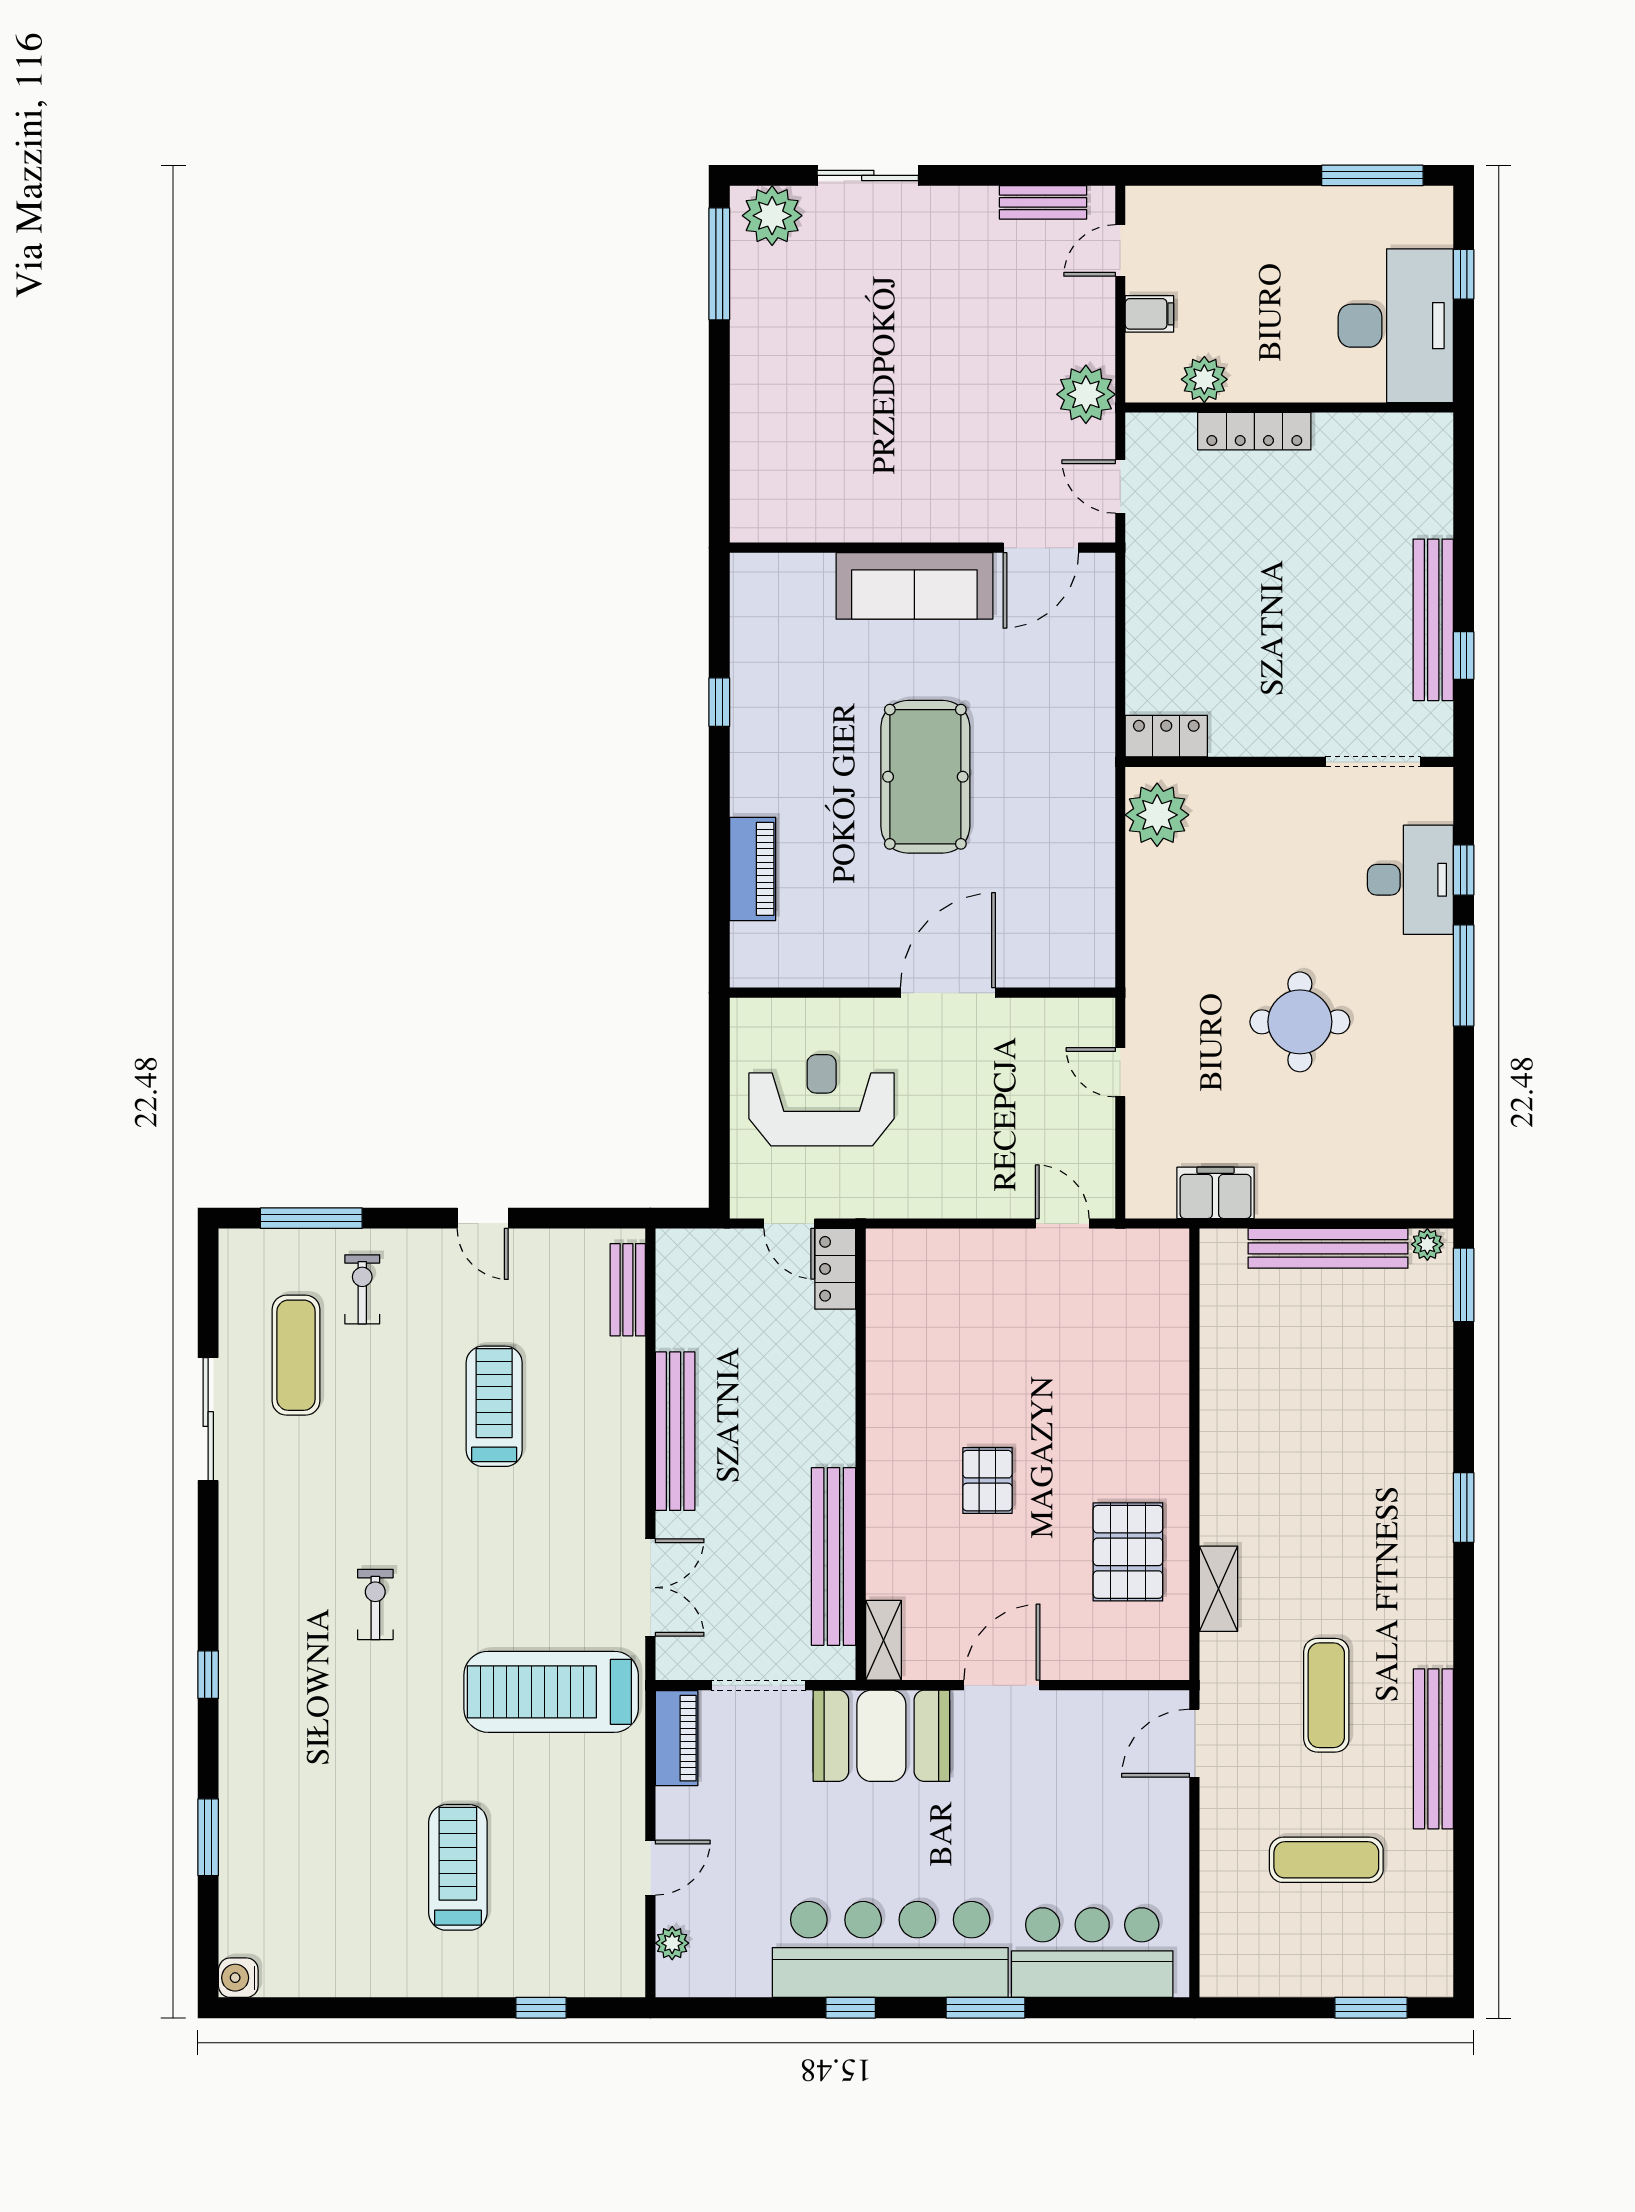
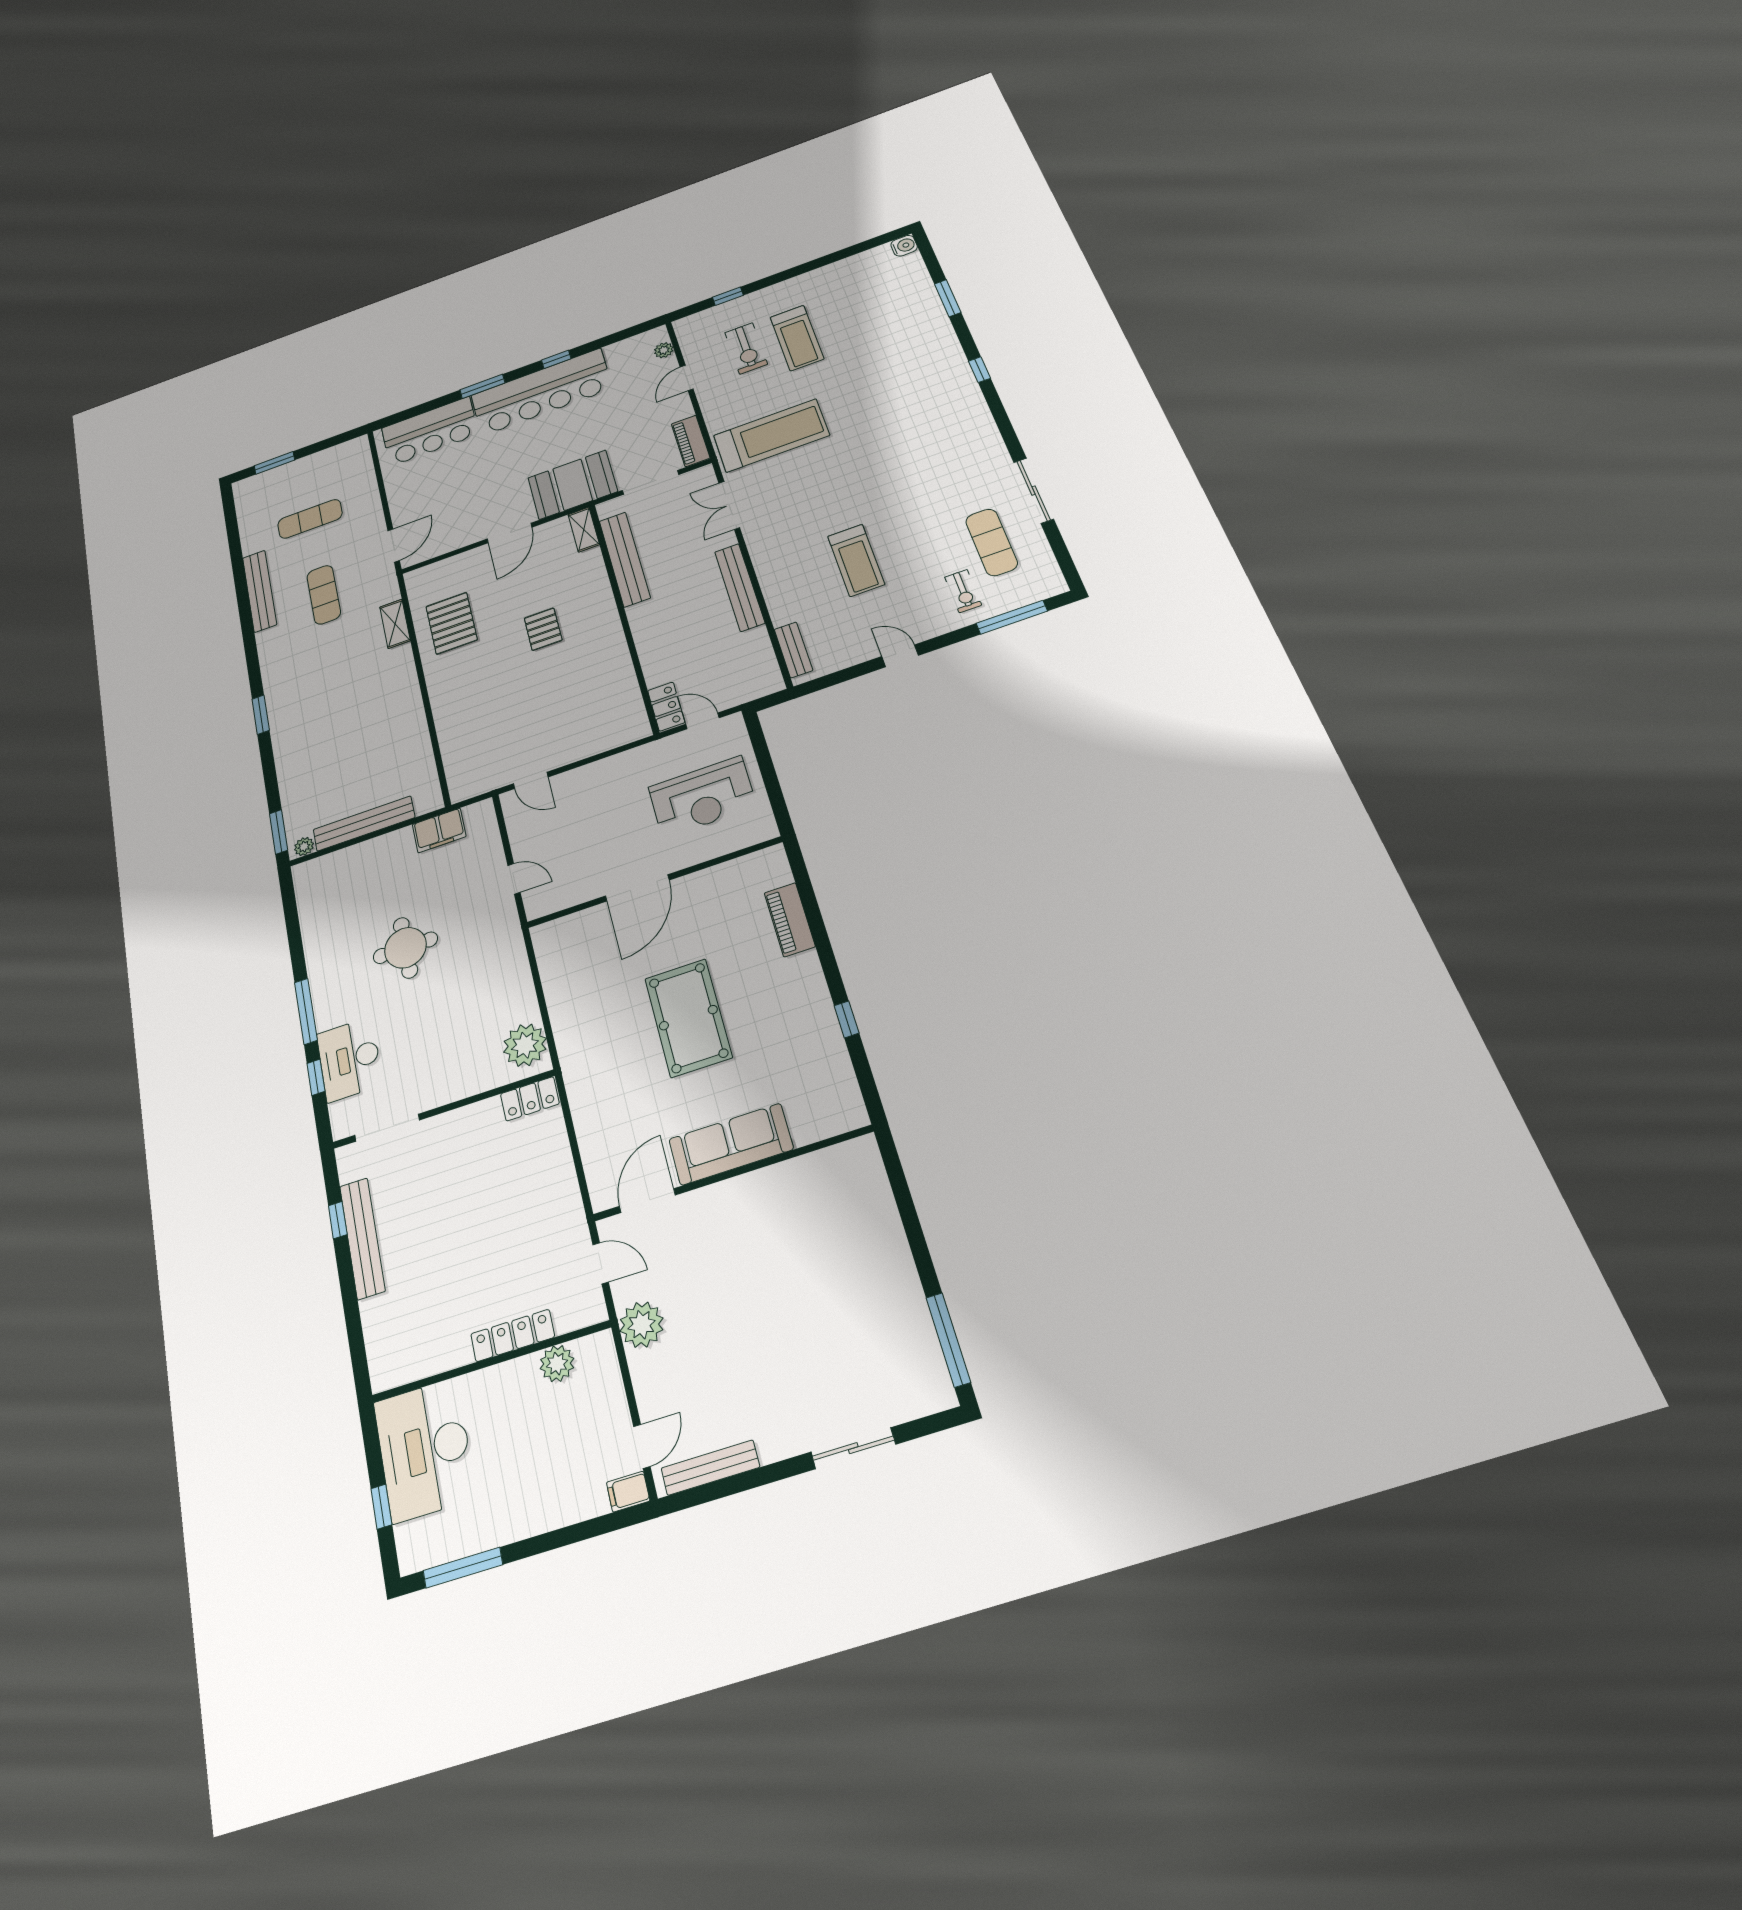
bench: (1043, 202) -> (710, 1468), width x1.36
plant: (772, 216) -> (919, 1392), removed
filing cabinet: (1149, 314) -> (628, 1492), moved
exercise bike: (375, 1604) -> (746, 348), moved, width x1.38, depth x1.39

